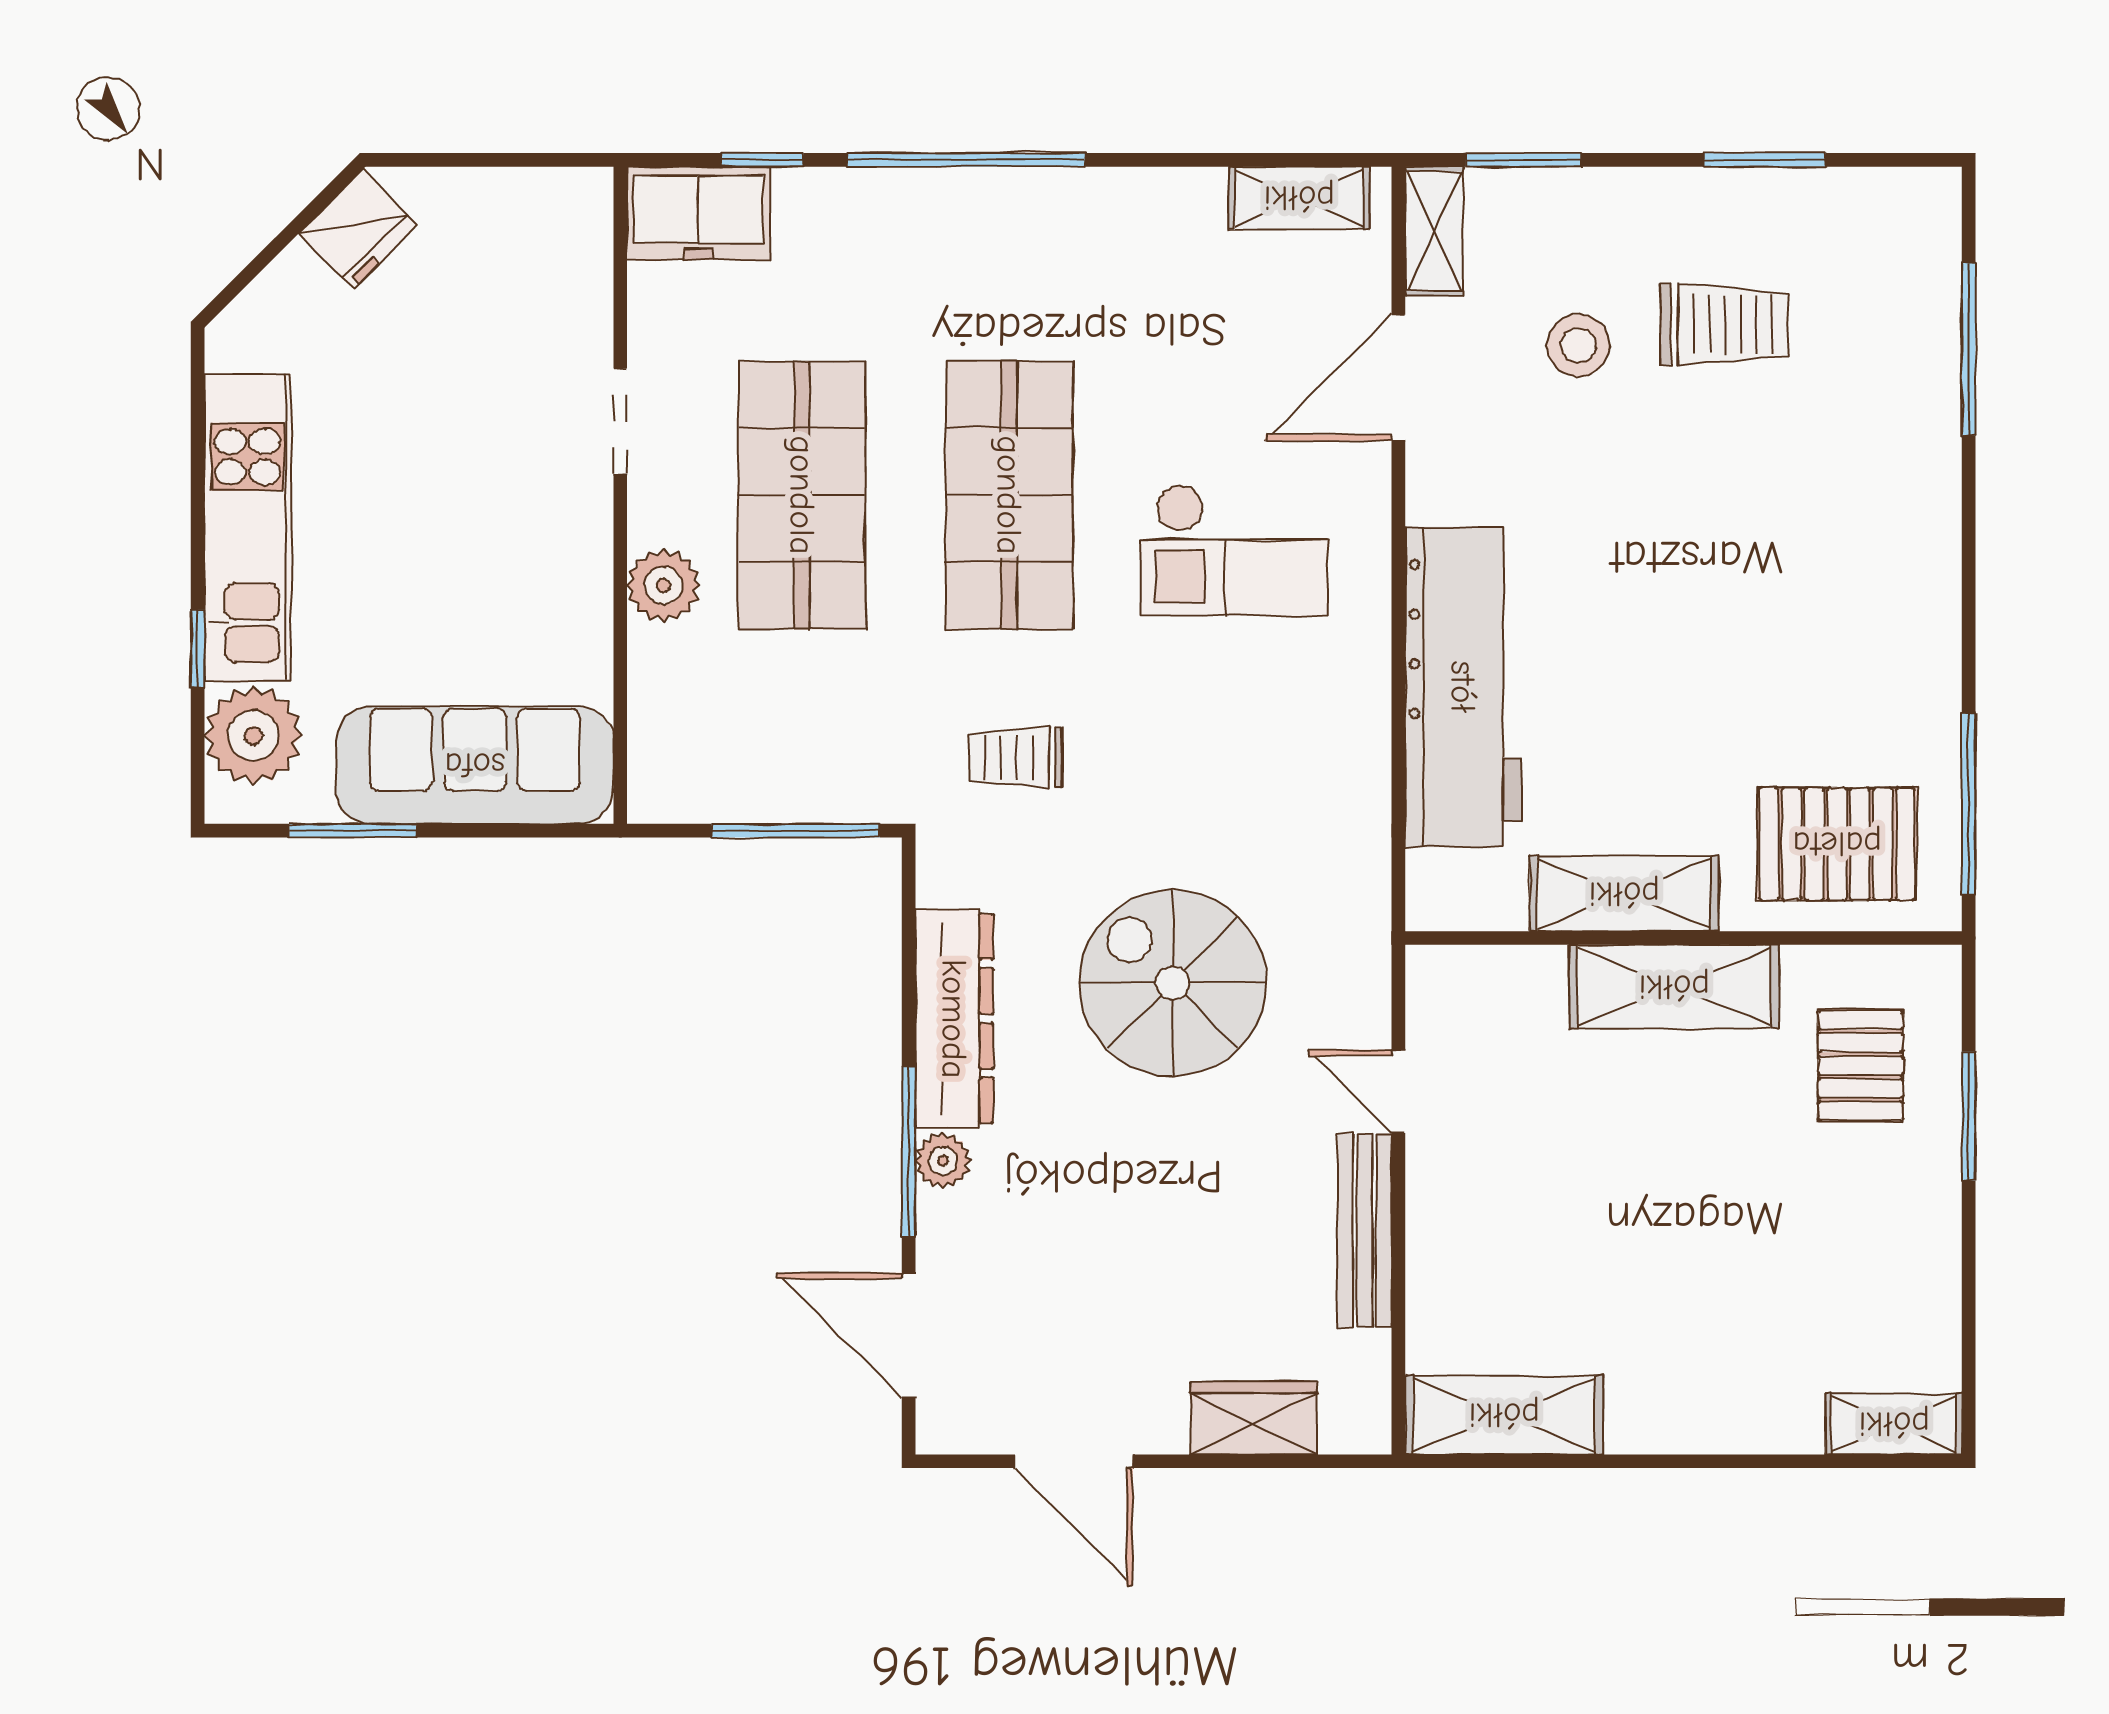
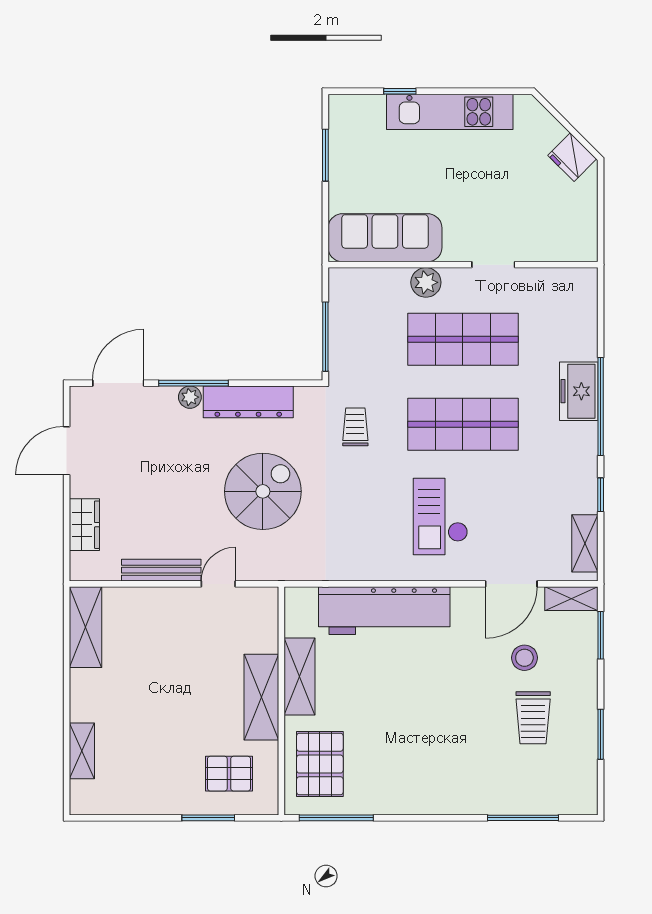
window: (762, 160) -> (601, 495), moved
freezer: (699, 213) -> (579, 391), moved
door: (1398, 378) -> (511, 584), swing flipped
plant: (253, 735) -> (364, 114), removed
sofa: (475, 765) -> (385, 238), moved, turned -90
shelving: (1894, 1424) -> (82, 751), moved

